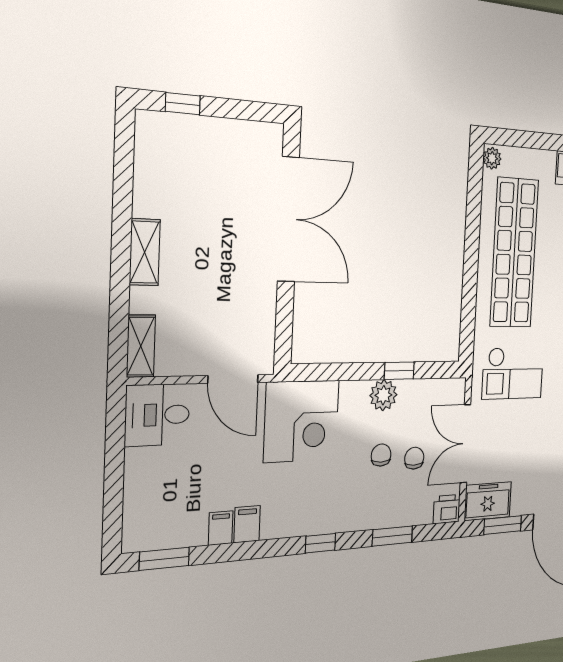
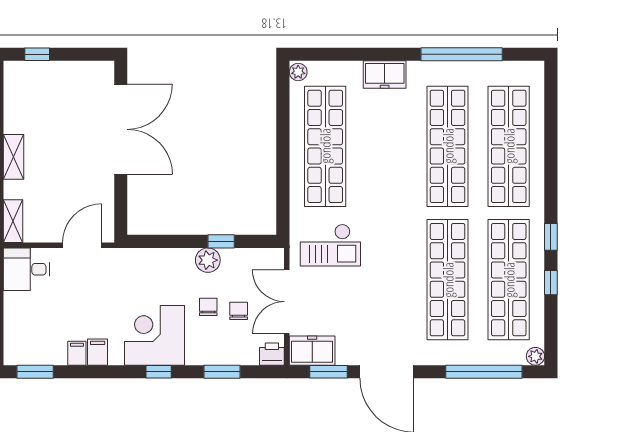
door: (233, 379) -> (82, 245), swing flipped
corner desk: (302, 421) -> (154, 335), moved, turned 180

